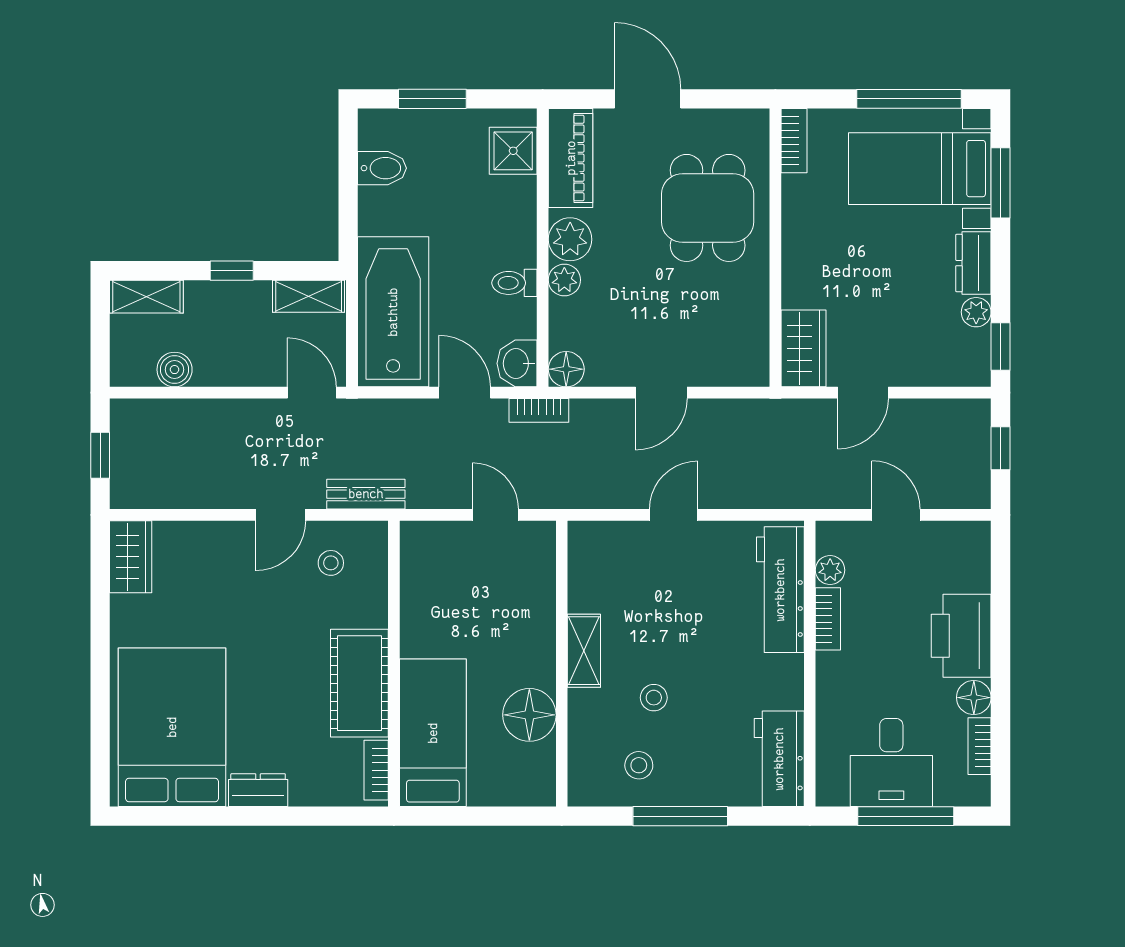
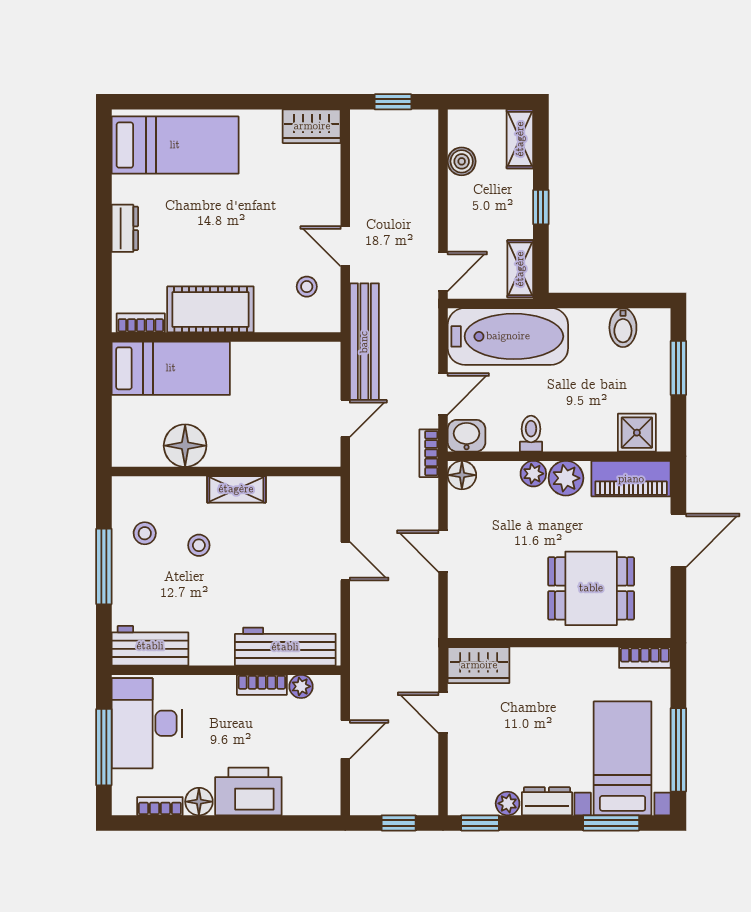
bench: (366, 494) -> (364, 342), width x1.86, depth x1.21
bed: (172, 727) -> (175, 145), width x0.67
desk: (891, 762) -> (147, 723), width x1.37

